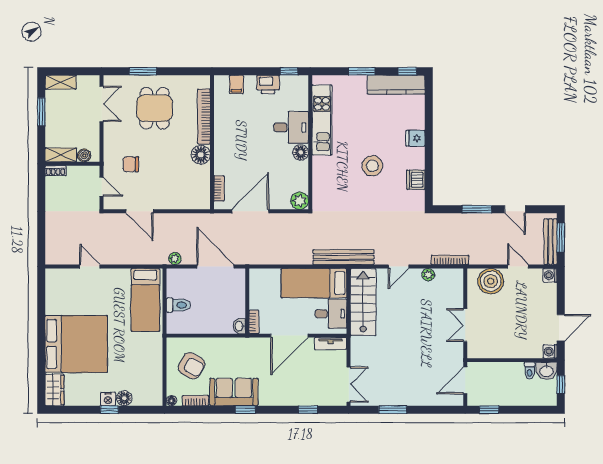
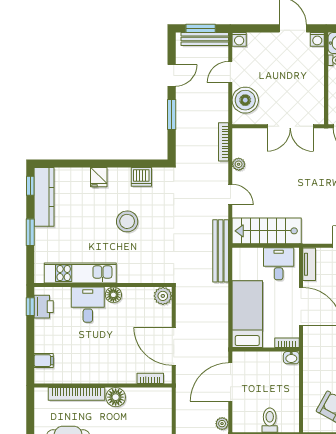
printer: (268, 84) -> (44, 307), moved
bed: (314, 283) -> (247, 314), moved, turned 180
double door: (465, 325) -> (290, 126), width x1.37

